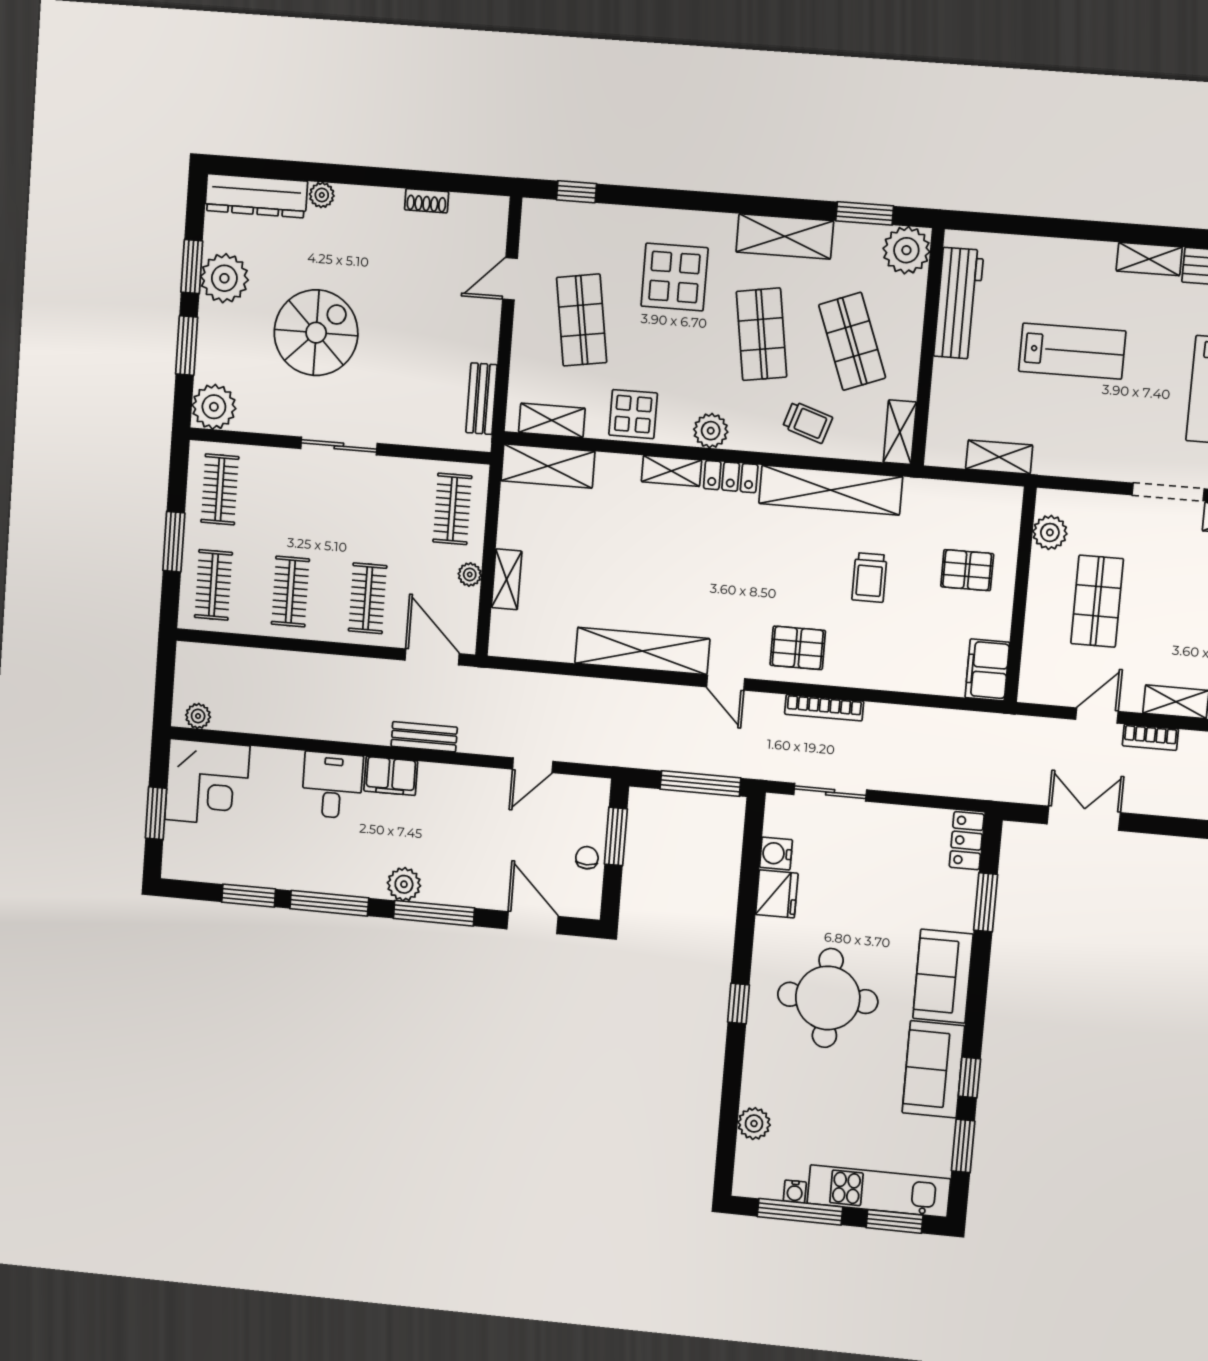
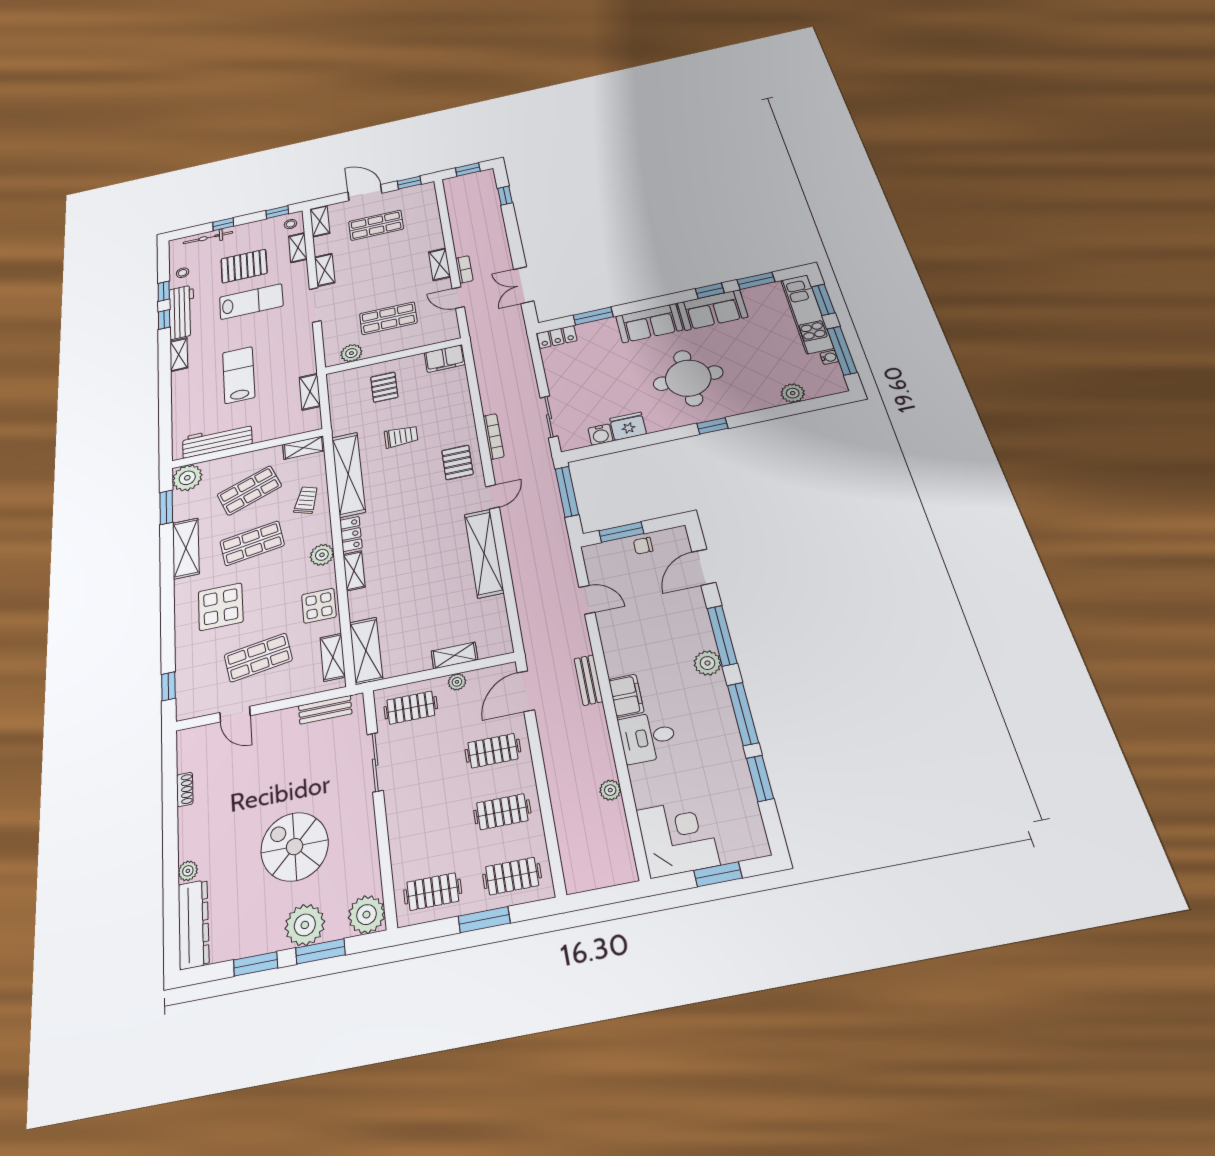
plant: (224, 278) -> (305, 925), moved
sliding door: (339, 446) -> (375, 762), moved
plant: (198, 716) -> (610, 790), moved

